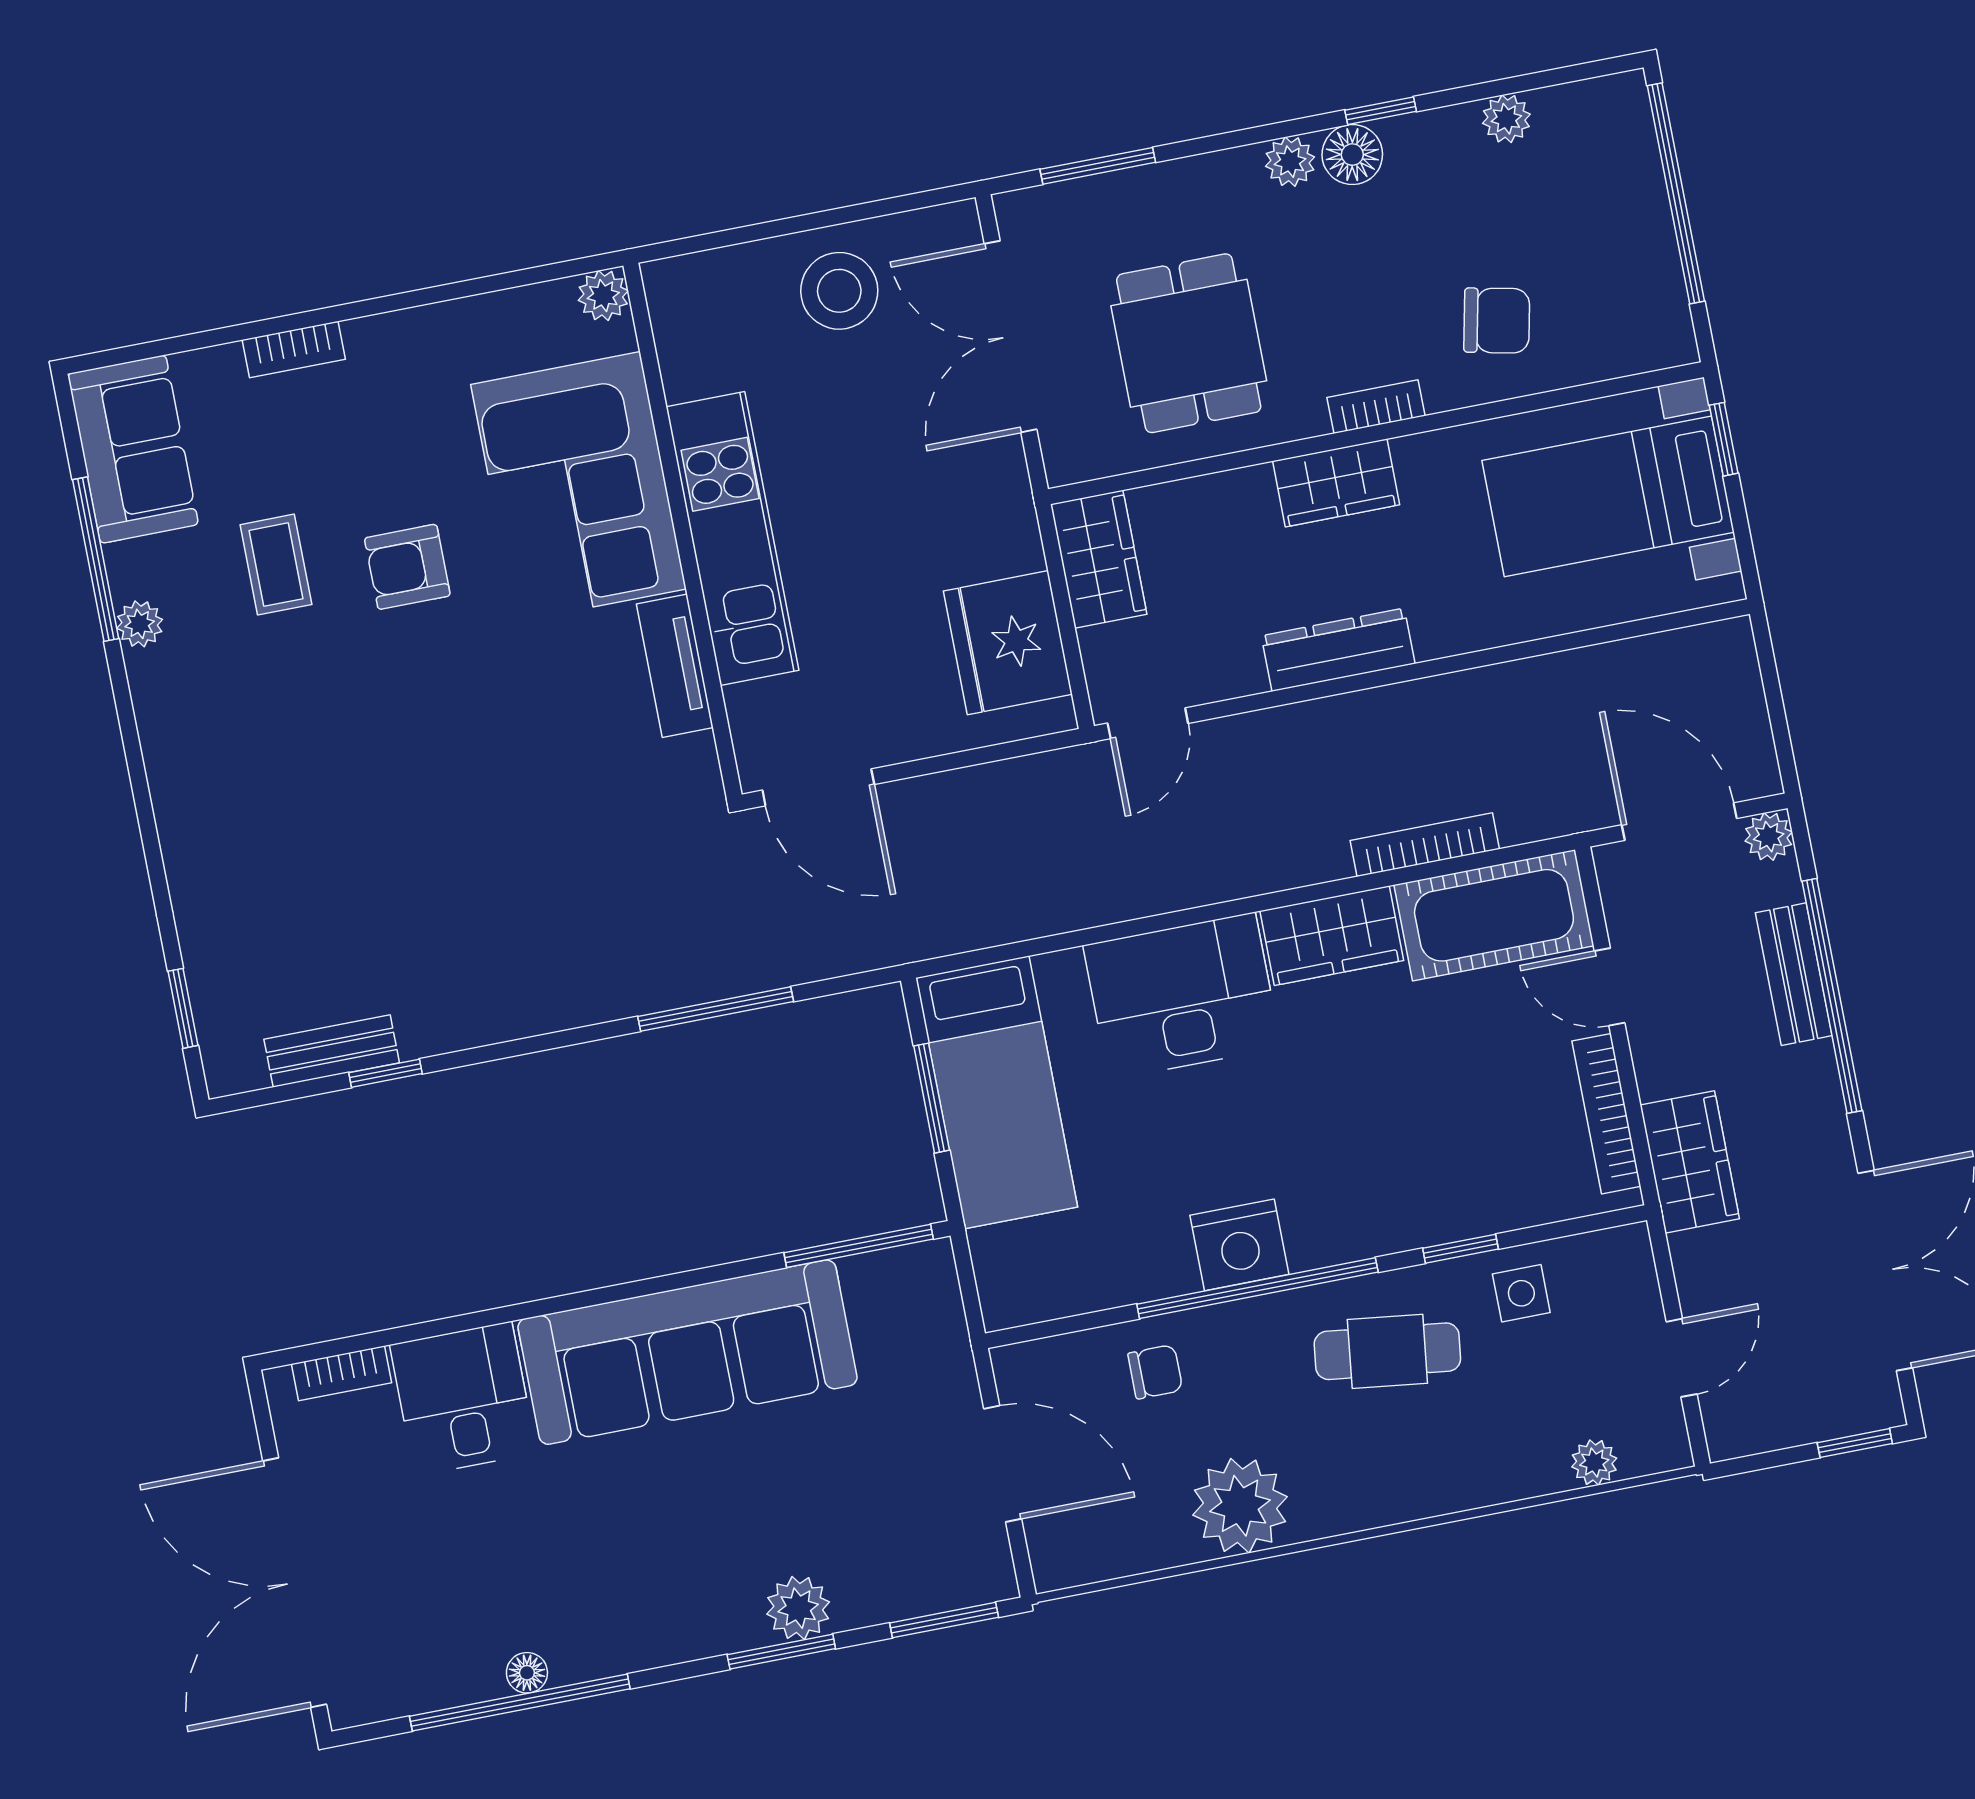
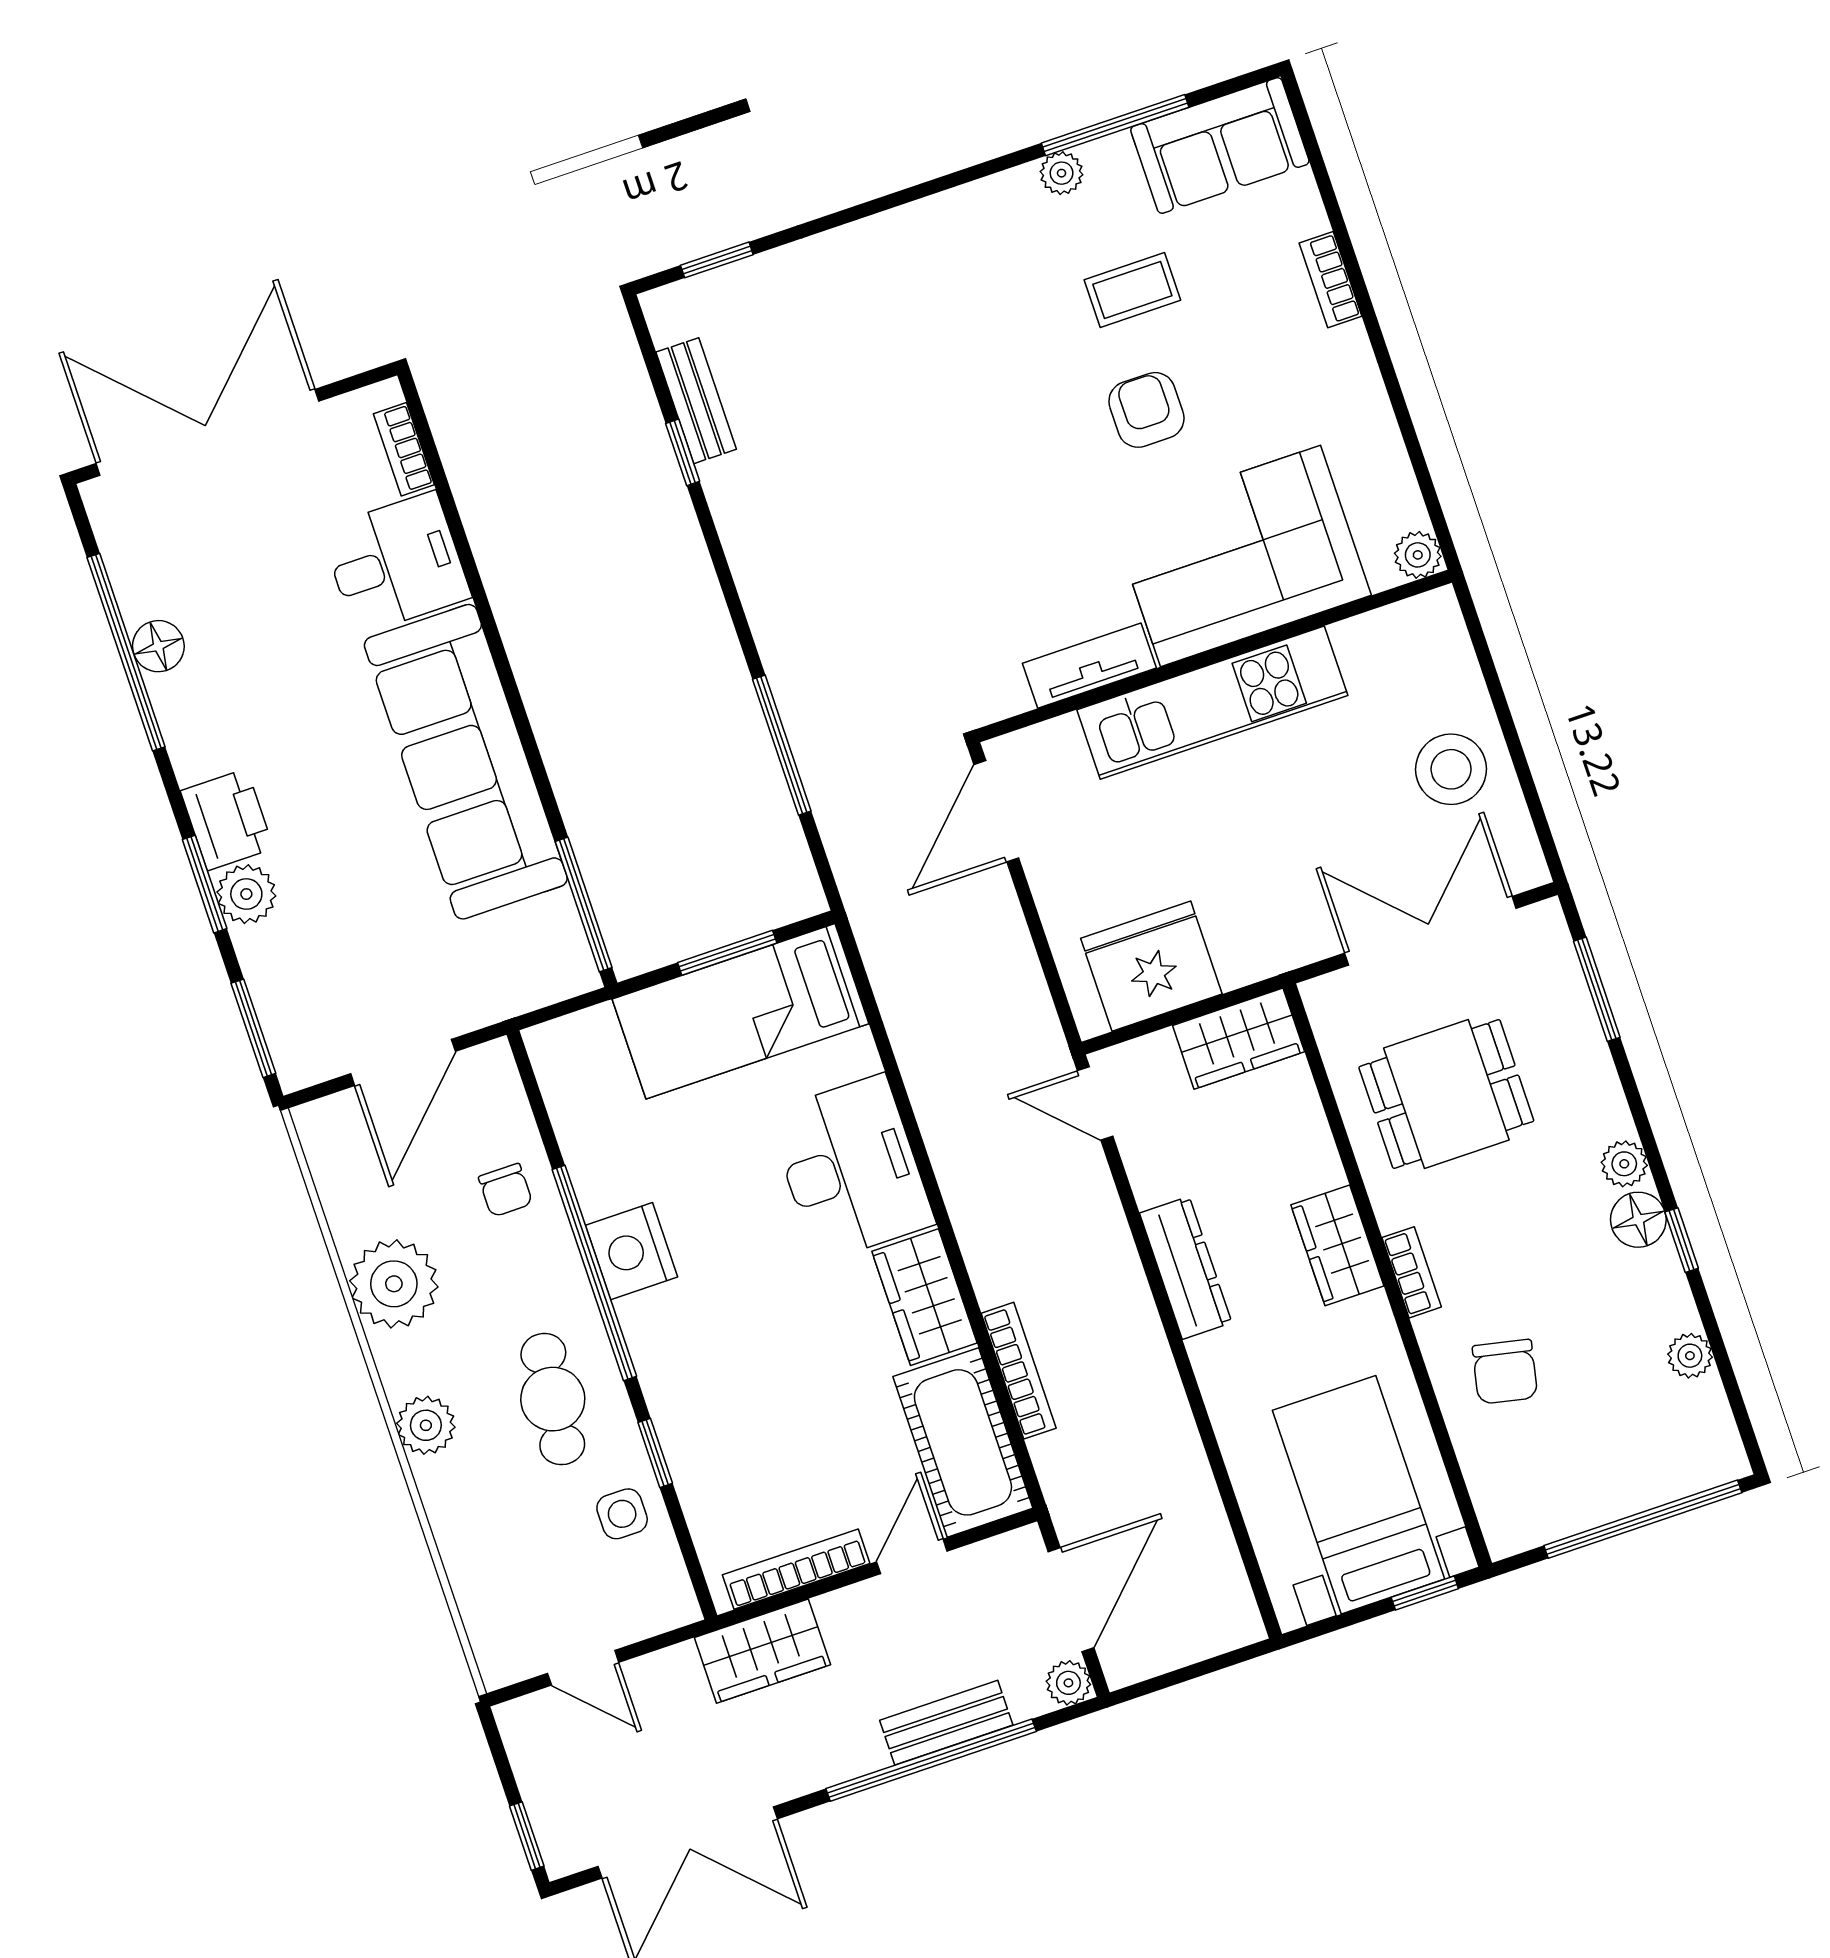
plant: (1594, 1463) -> (426, 1425), moved, width x1.38, depth x1.38
printer: (715, 1618) -> (227, 820), added
floor lamp: (527, 1673) -> (158, 646), width x1.37, depth x1.37

